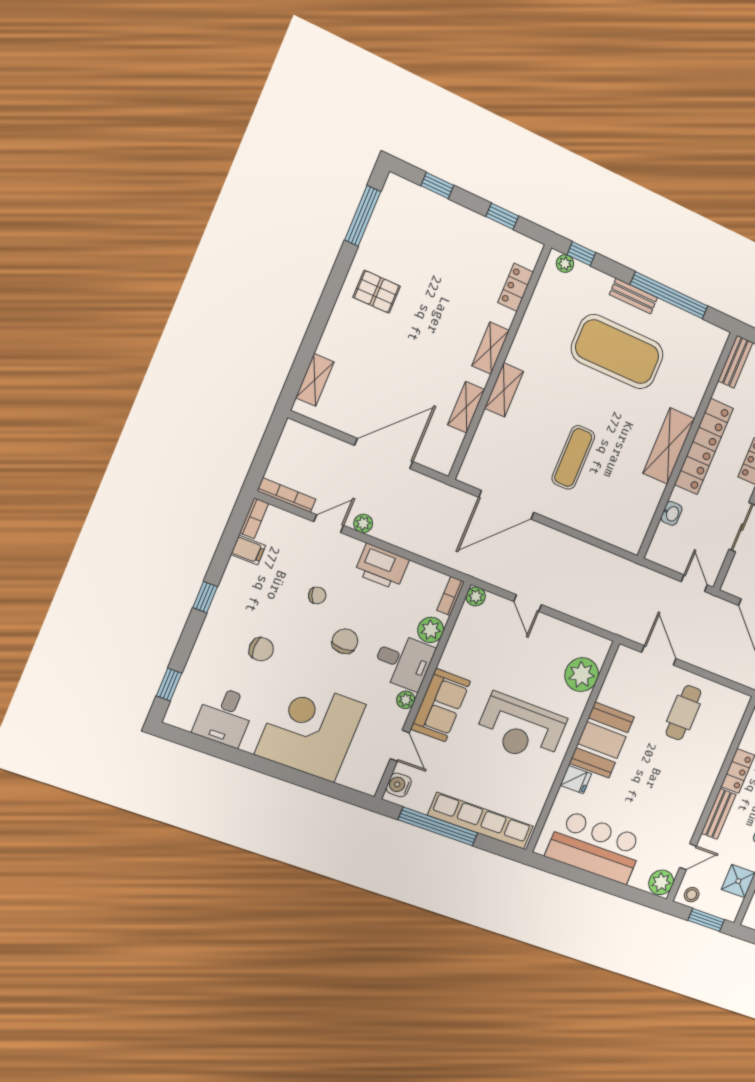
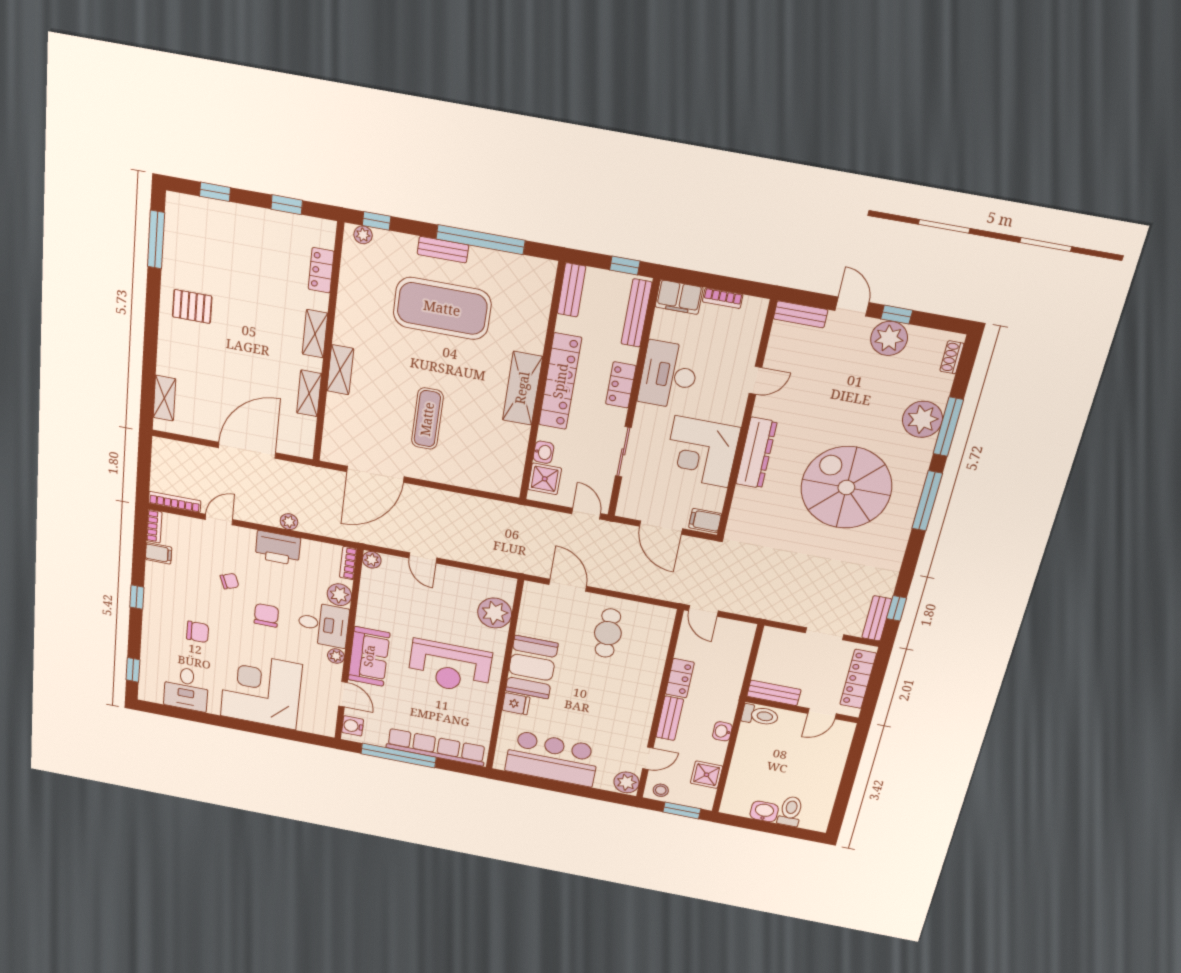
plant: (363, 523) -> (289, 522), moved
shower: (666, 541) -> (545, 479), added

